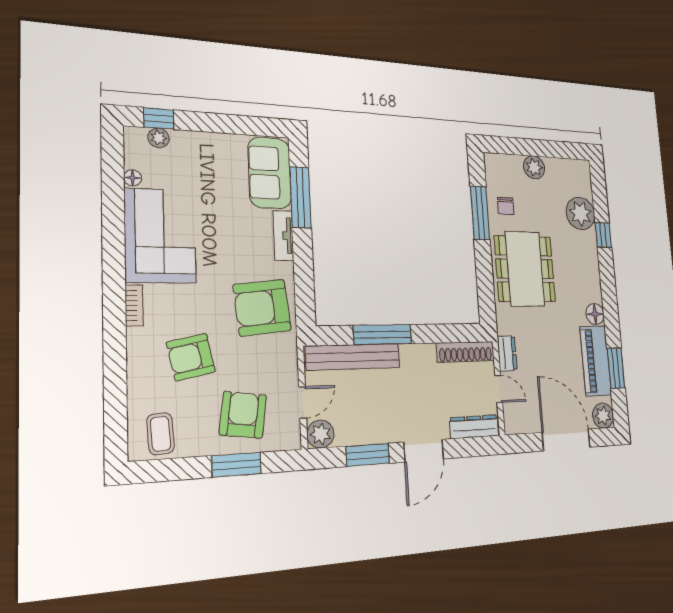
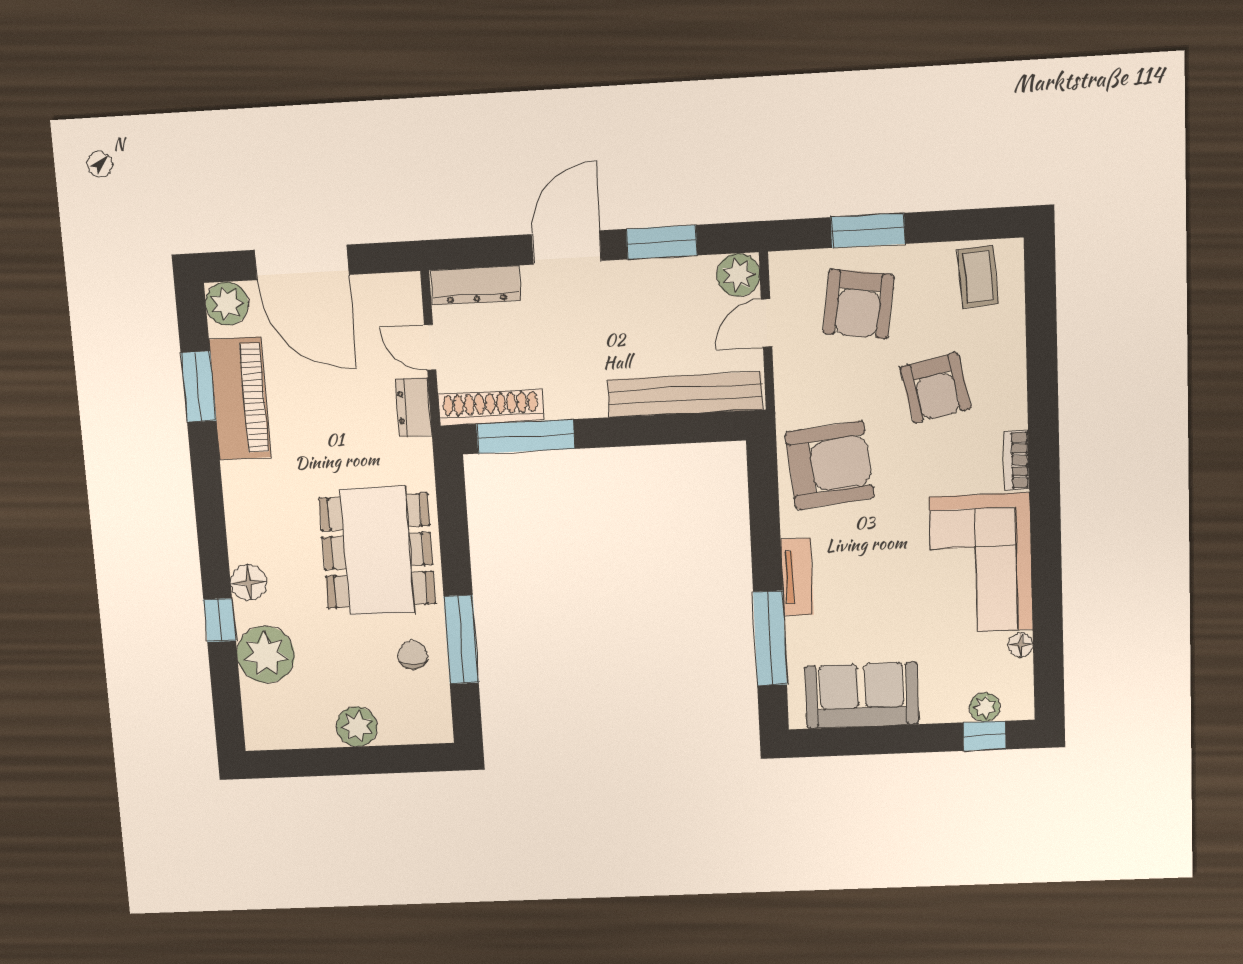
sofa: (270, 173) -> (862, 695), moved, turned -90
floor lamp: (595, 314) -> (249, 582), moved
window: (382, 335) -> (526, 436), moved
armchair: (191, 357) -> (936, 388), turned 90

